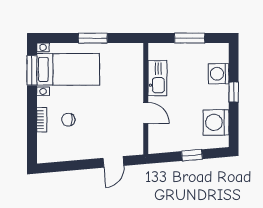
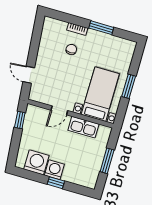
bed with nightstands: (68, 69) -> (100, 94), moved, turned 180
window: (32, 70) -> (101, 28), moved
washing machine: (219, 74) -> (54, 170), moved
window: (192, 155) -> (20, 120), moved

